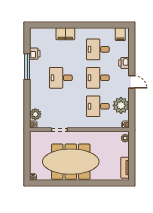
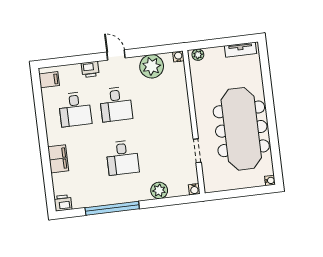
printer: (35, 54) -> (63, 203), moved
window: (27, 67) -> (112, 208), width x1.46
door: (132, 82) -> (116, 55), hinge flipped
desk: (98, 106) -> (157, 99), removed
plant: (35, 114) -> (159, 190), moved

